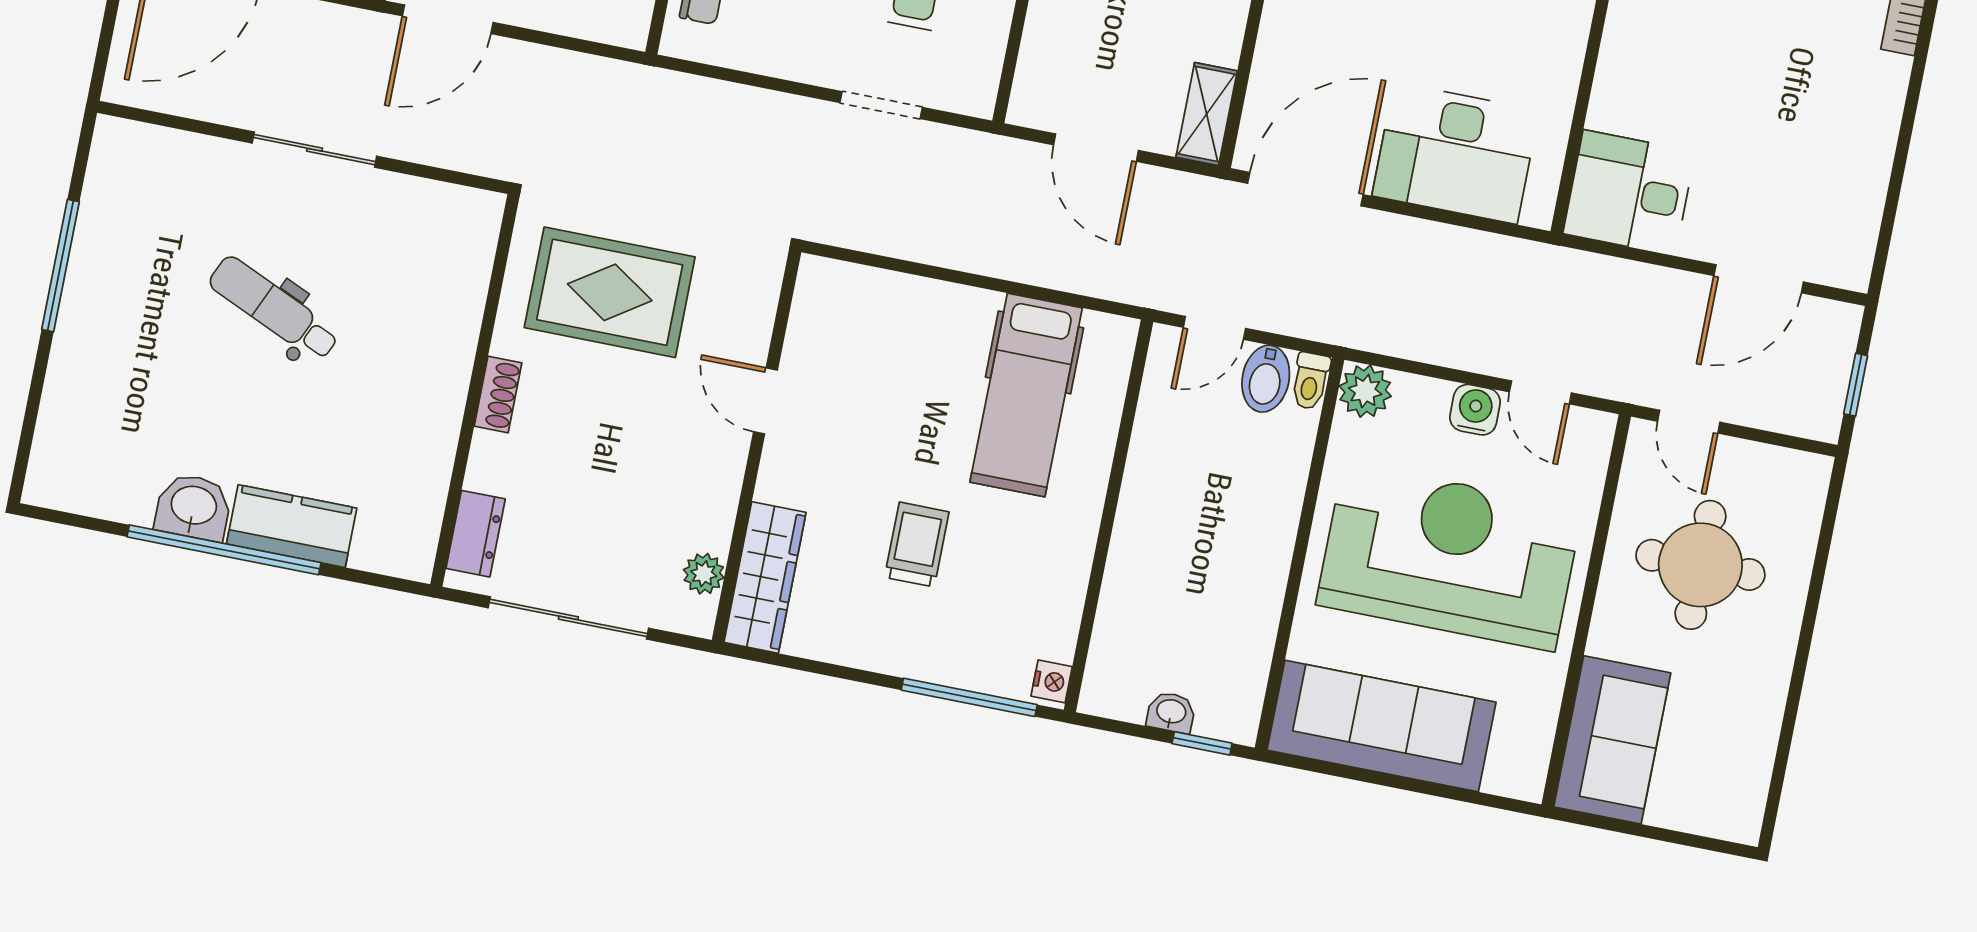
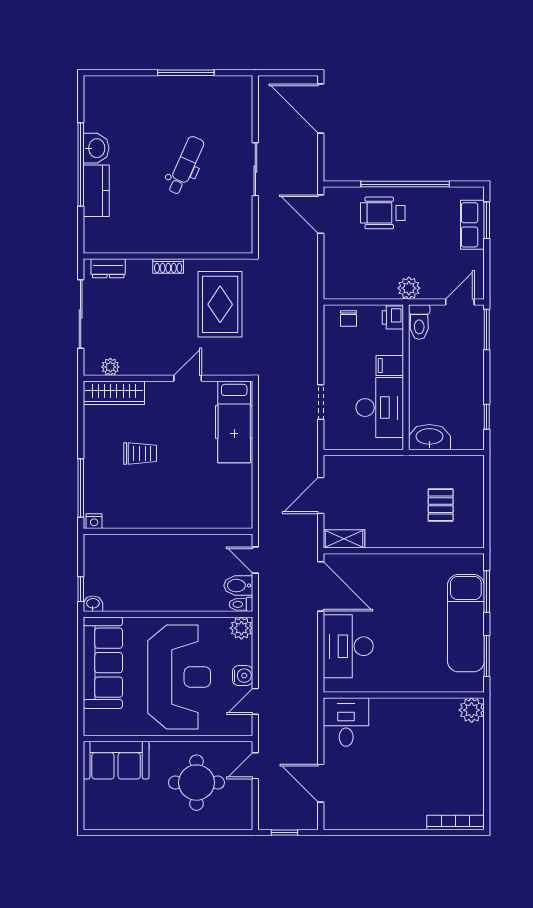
hospital bed: (1026, 395) -> (234, 422), moved, turned -90
washbasin: (1171, 712) -> (93, 604), moved, turned -90

